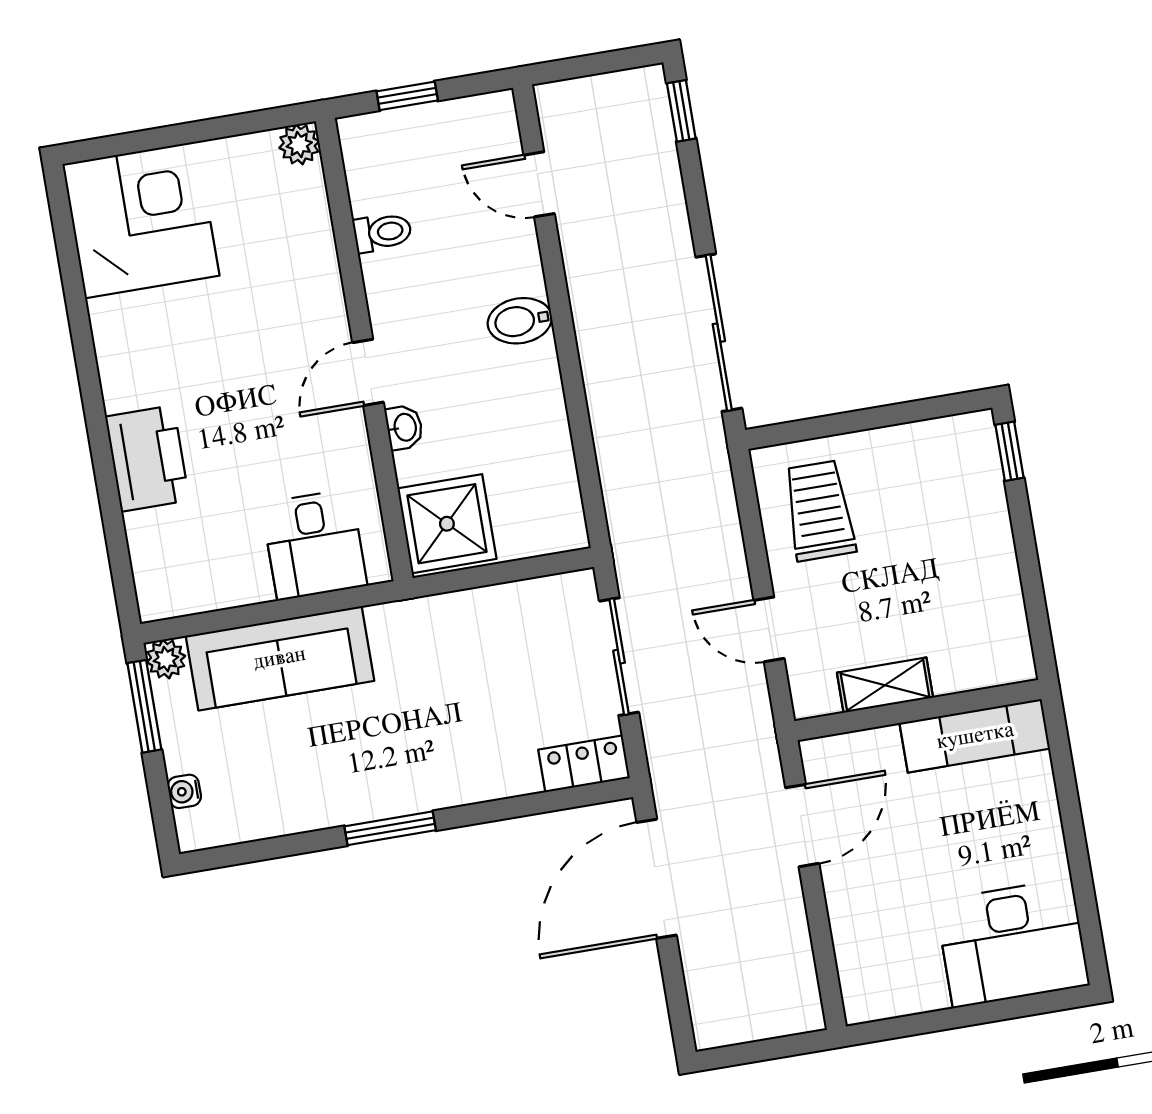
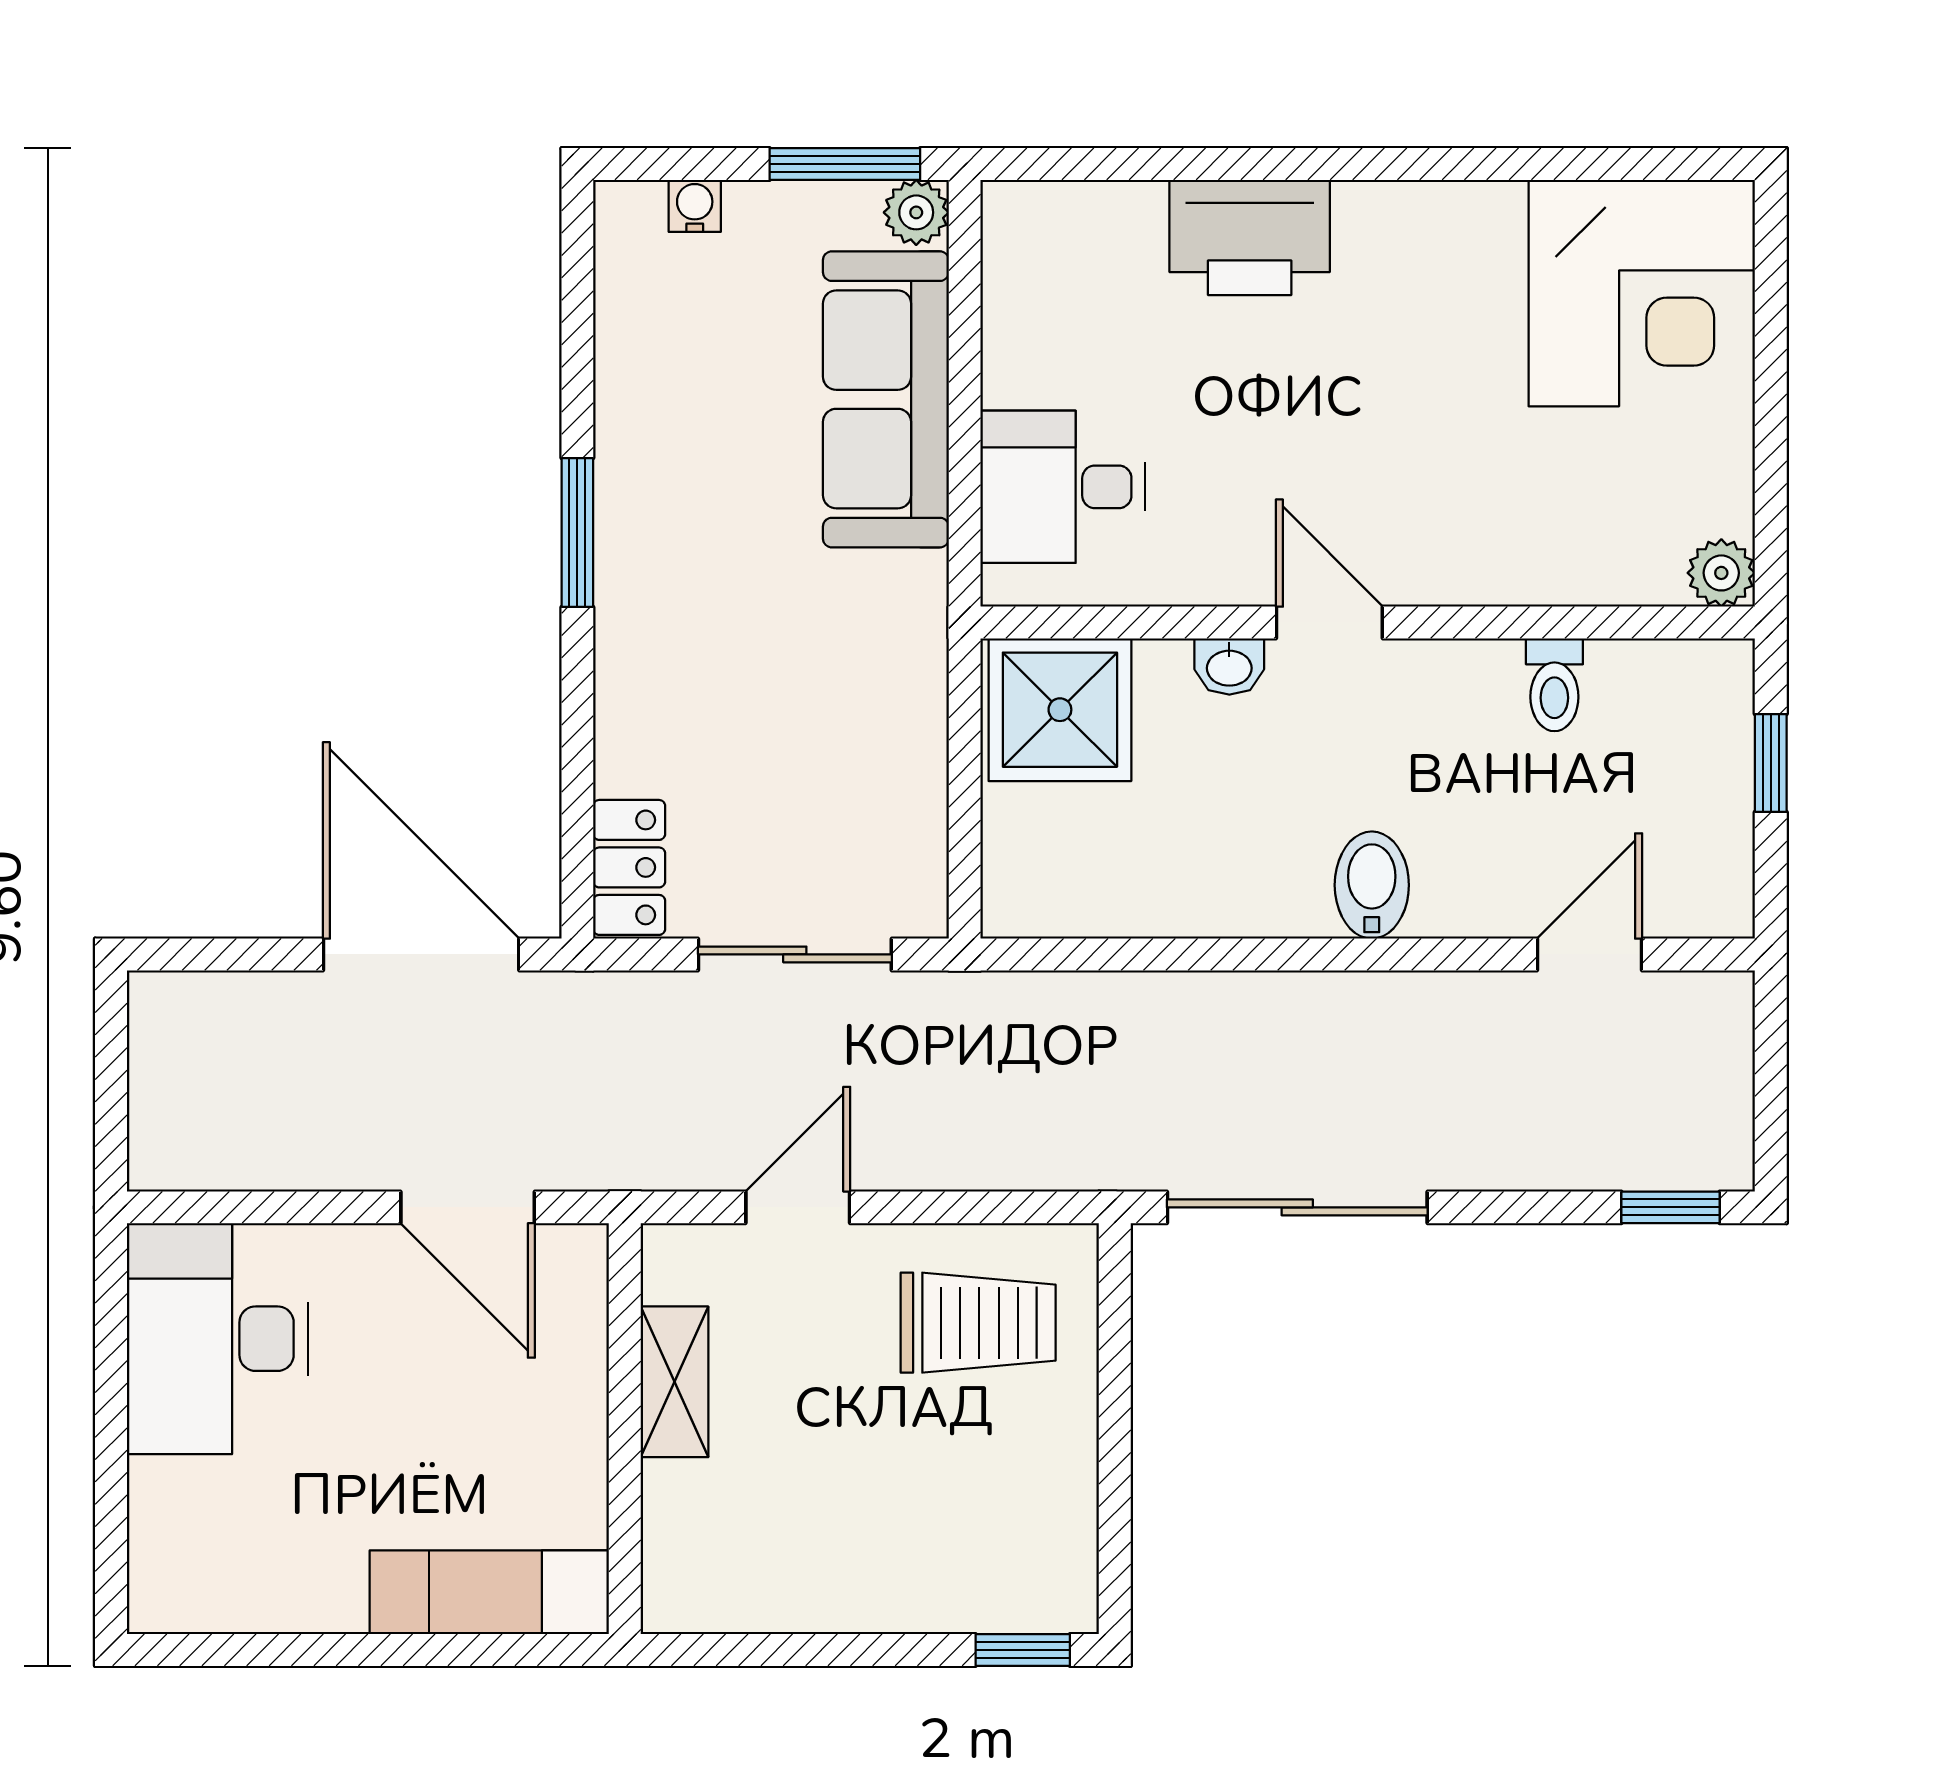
exam couch: (975, 736) -> (489, 1592), moved, turned 90
desk: (1012, 943) -> (218, 1339), moved

